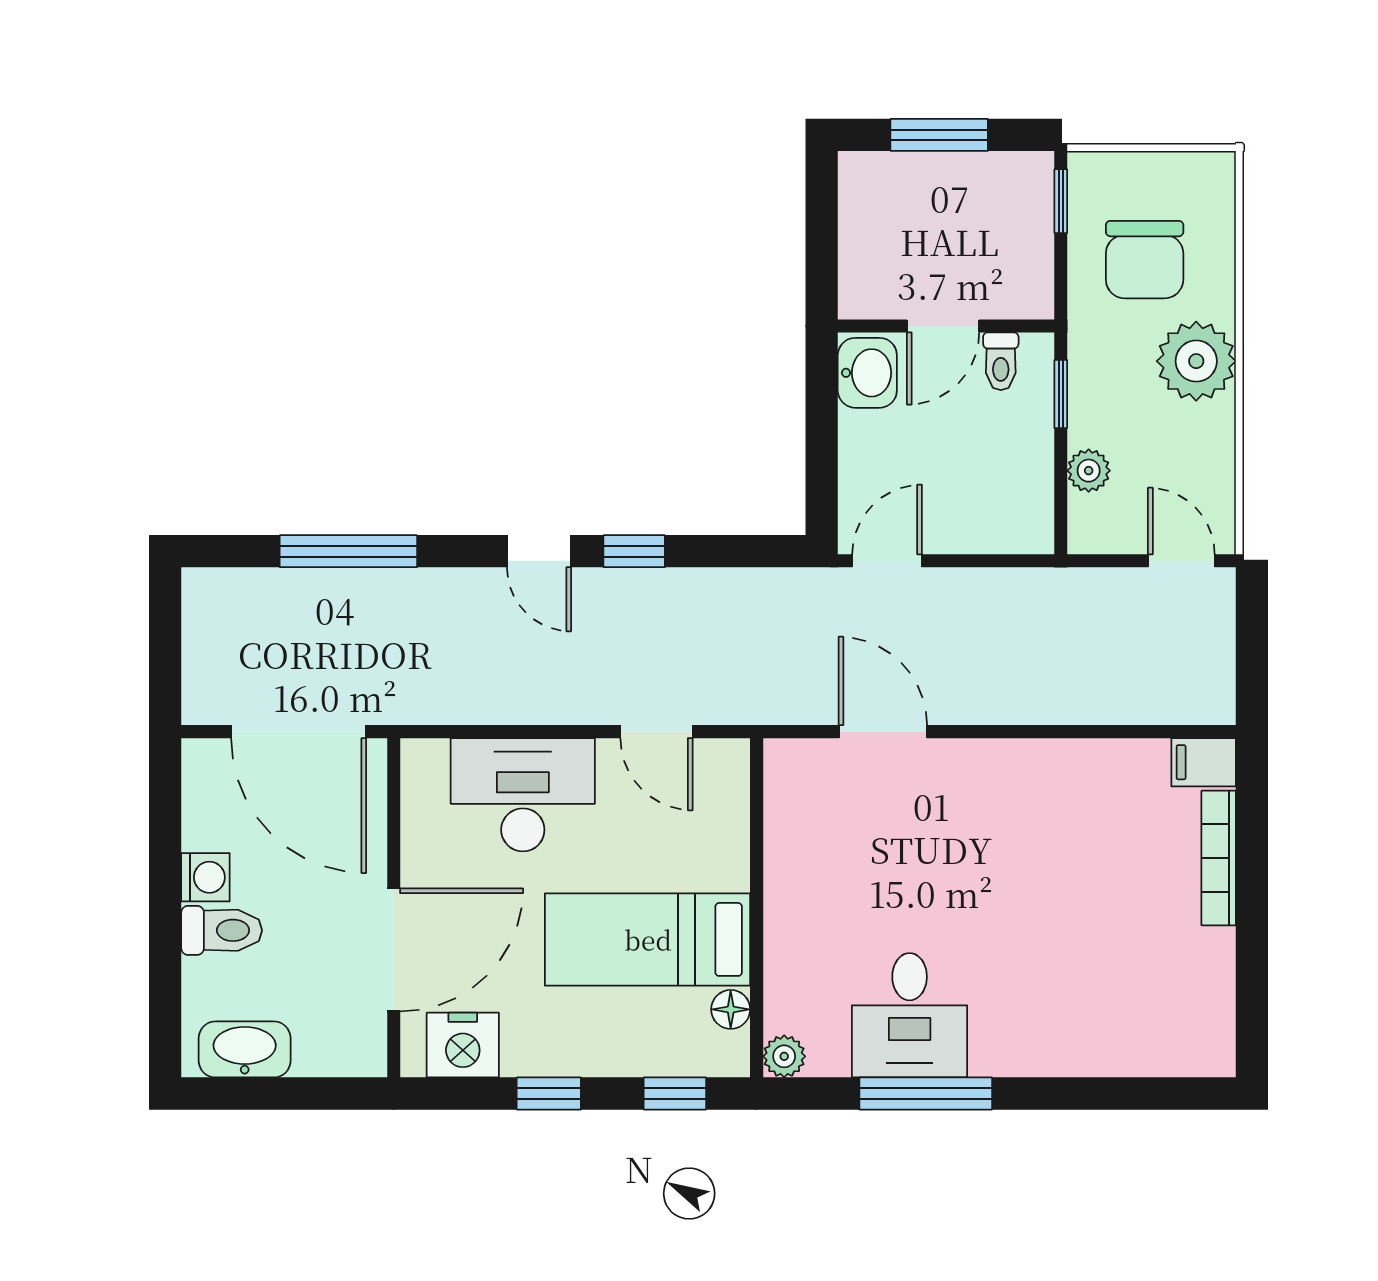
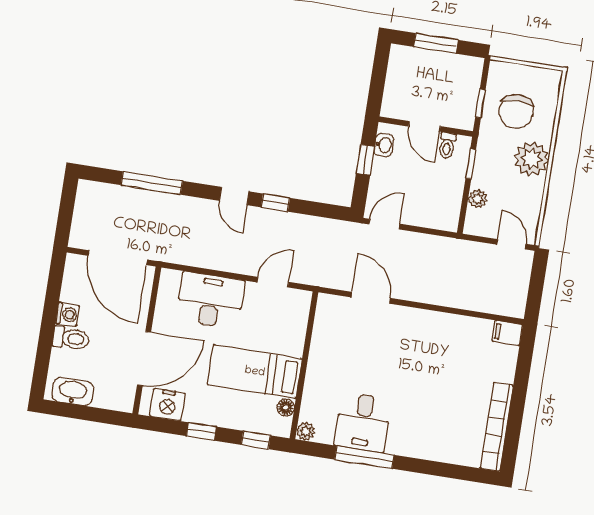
window: (1061, 201) -> (480, 103), moved
door: (943, 326) -> (424, 126), hinge flipped
washbasin: (867, 373) -> (384, 145), width x0.72, depth x0.69
window: (822, 422) -> (365, 160), added
door: (657, 732) -> (273, 282), swing flipped
bookcase: (1219, 858) -> (497, 427), moved, width x1.48, depth x1.31

